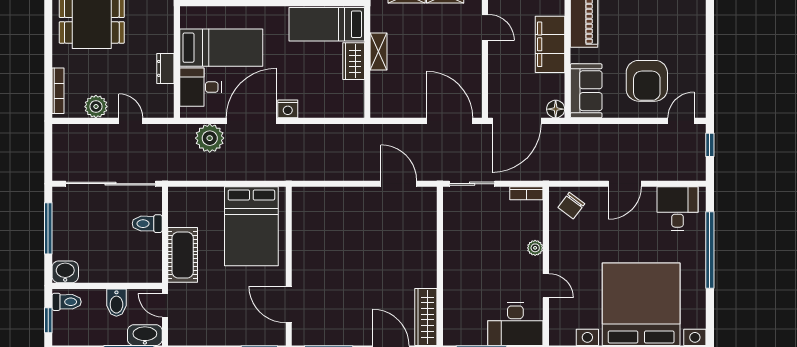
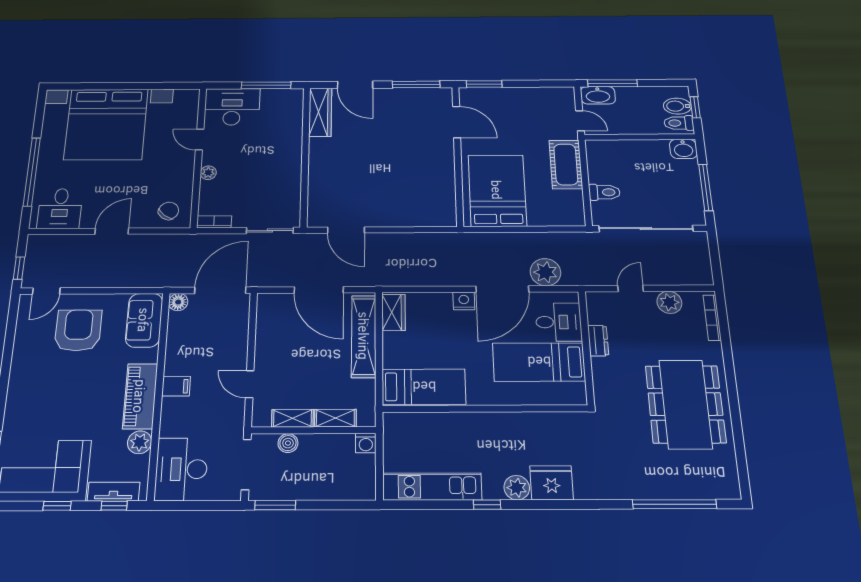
filing cabinet: (550, 44) -> (176, 386), width x0.33, depth x0.86
shelving: (379, 52) -> (364, 336), width x2.20, depth x1.33
wardrobe: (354, 61) -> (394, 312), moved
door: (131, 121) -> (631, 288), swing flipped
door: (450, 121) -> (319, 290), moved
bidet: (116, 303) -> (677, 106), moved, turned -90

